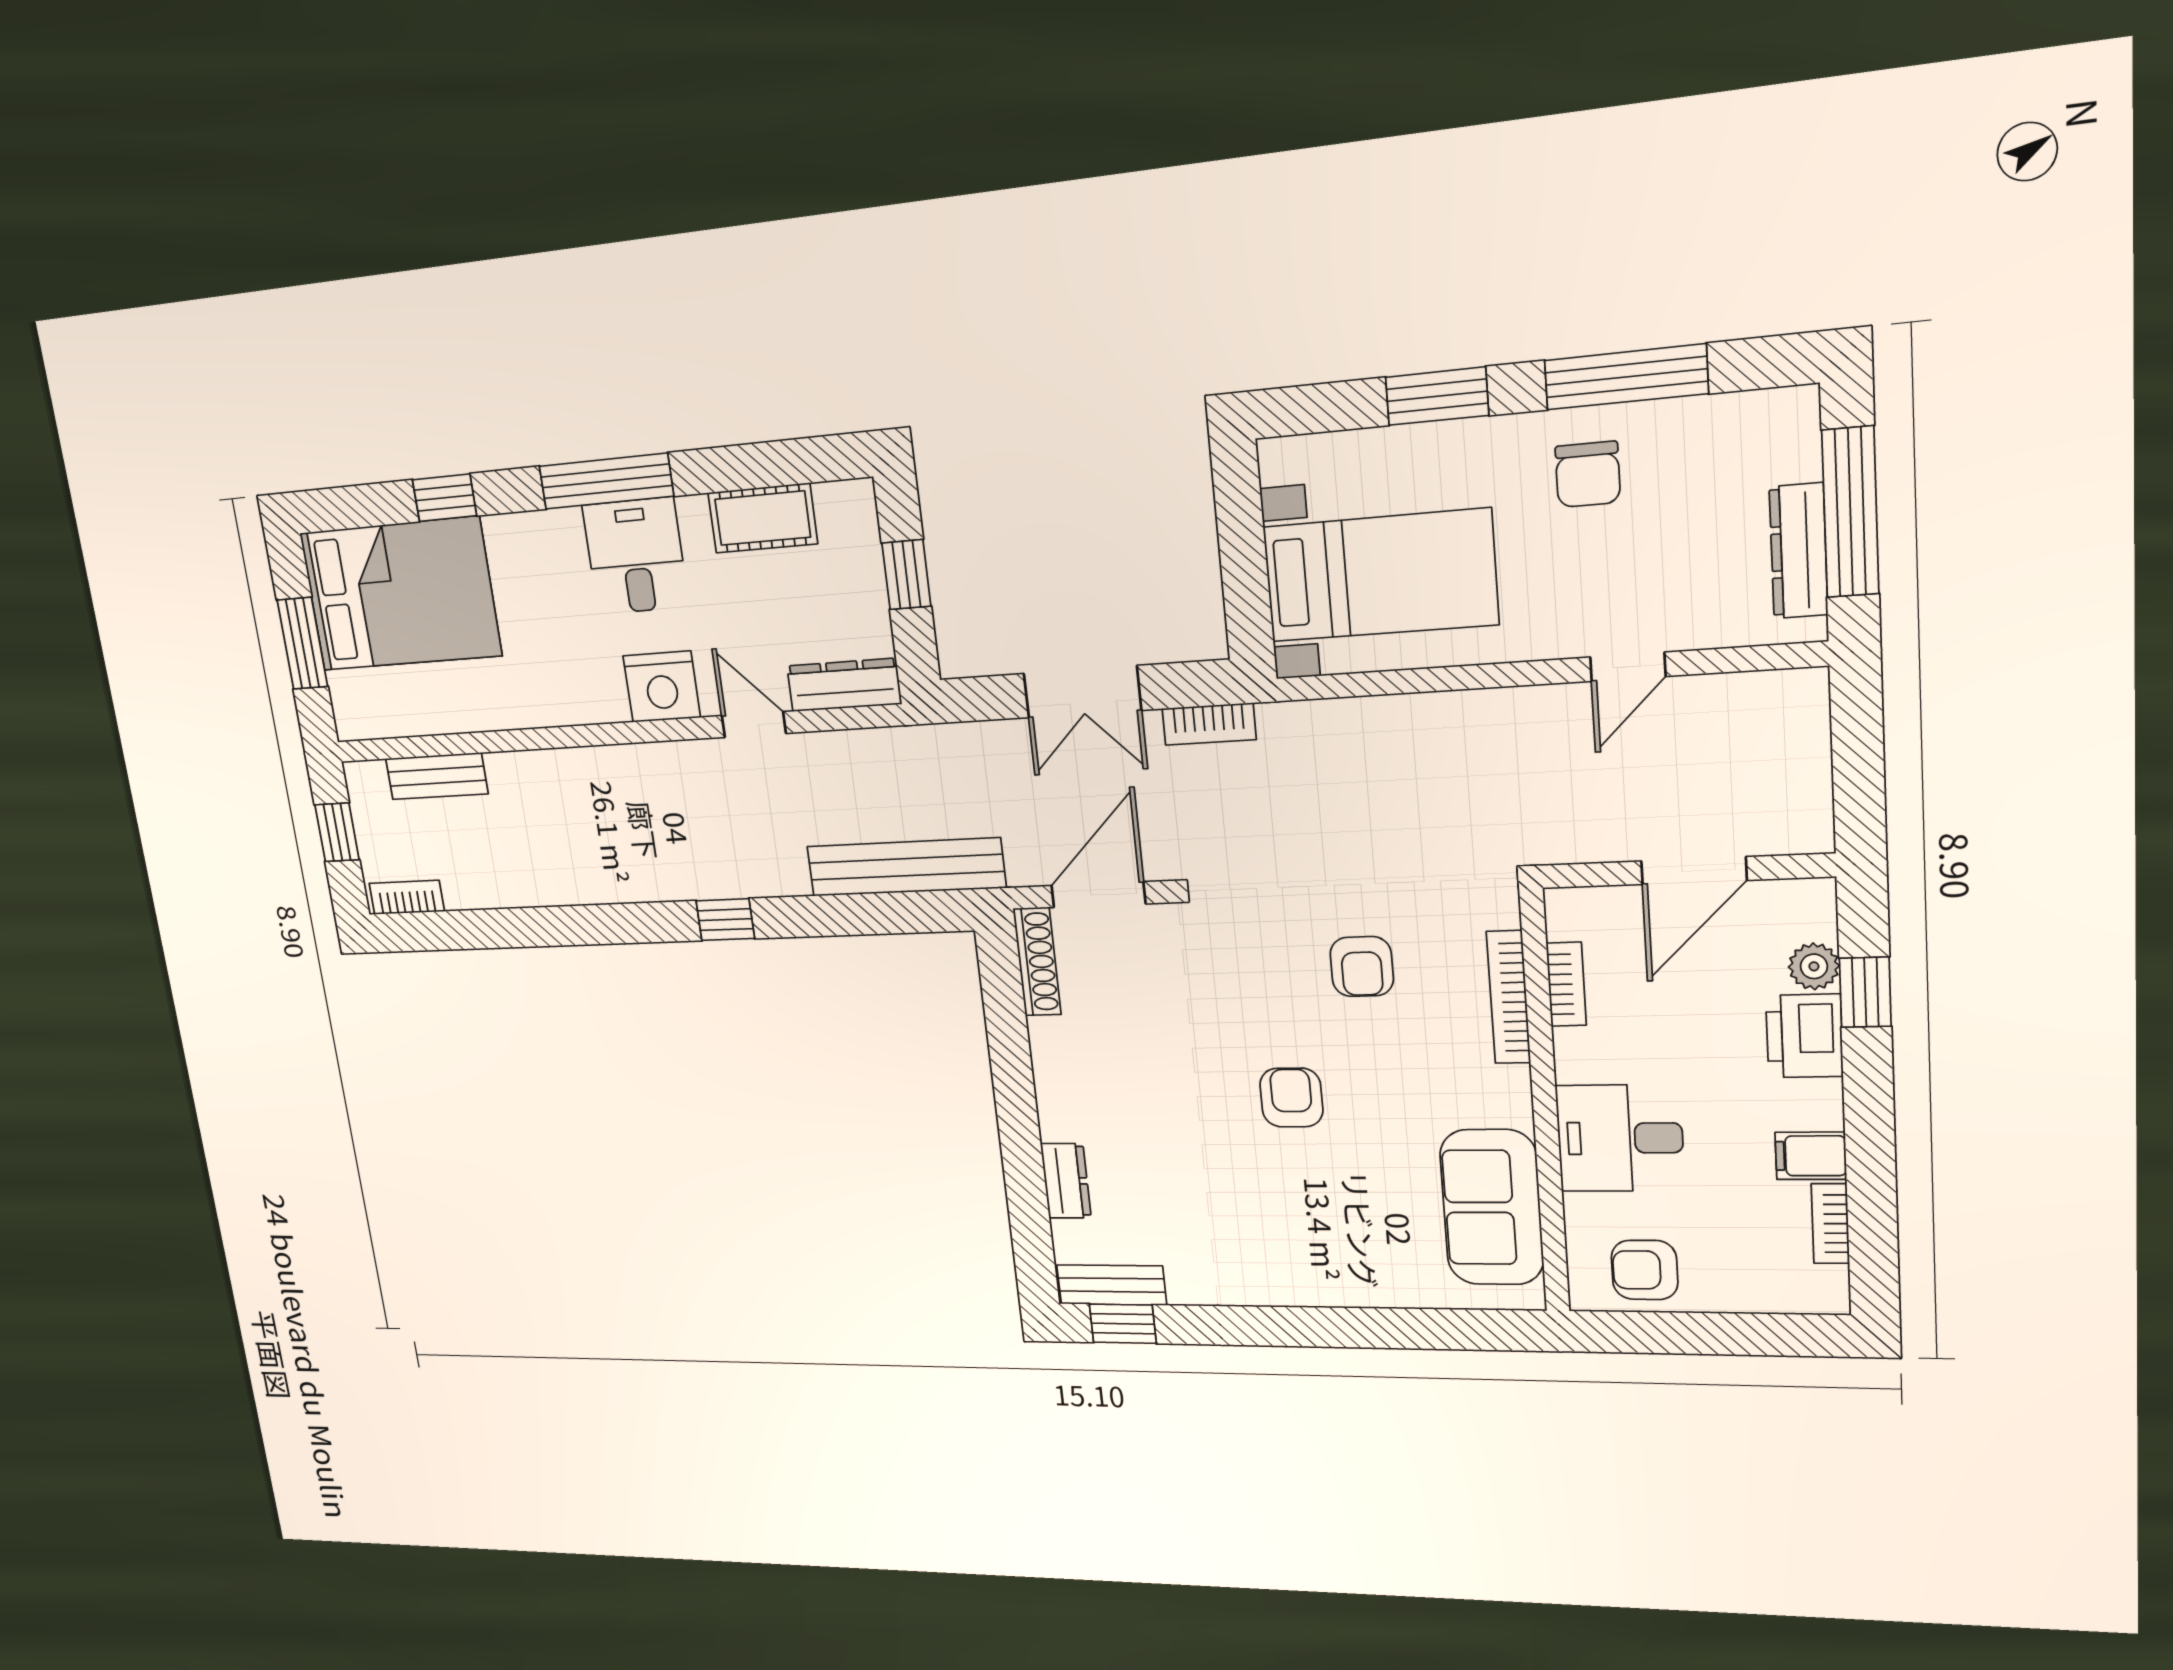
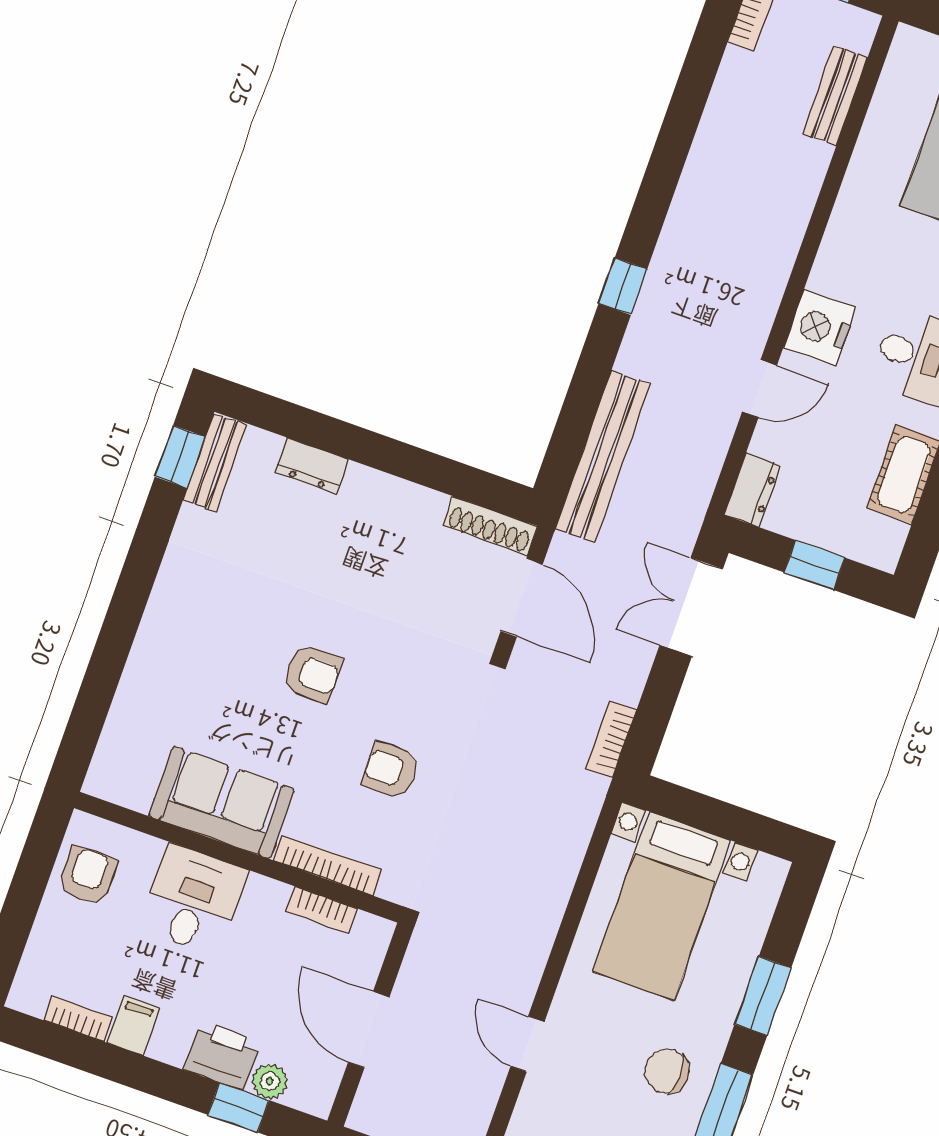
dresser: (844, 685) -> (752, 490), width x0.70
double door: (1082, 692) -> (691, 607), moved
sofa: (1492, 1207) -> (222, 802), moved

